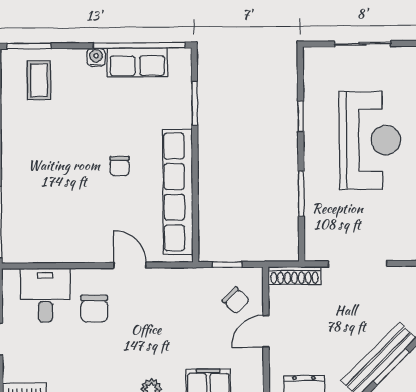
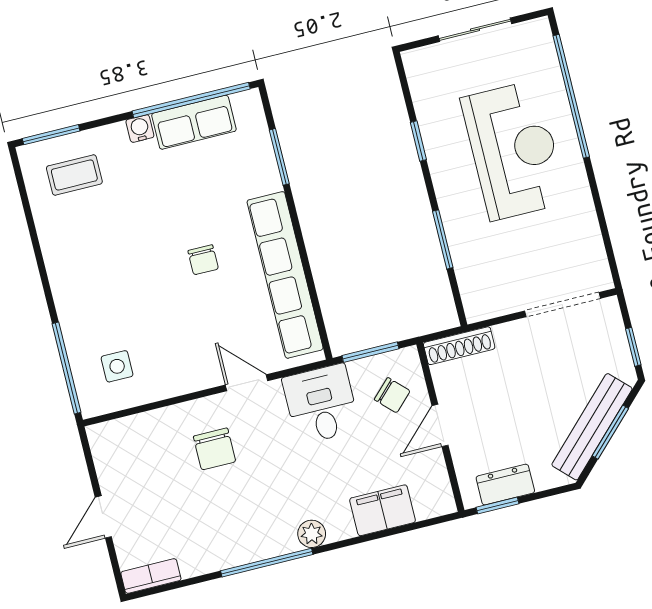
coffee table: (39, 80) -> (74, 175), turned 90
side table: (37, 230) -> (117, 366), added
doorway: (357, 264) -> (562, 305), moved
window: (227, 265) -> (370, 352), width x1.50
desk: (45, 295) -> (321, 404), moved

